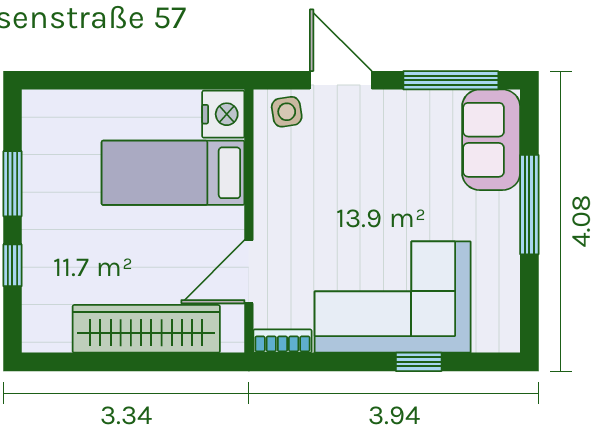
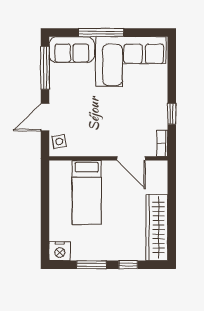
nightstand: (223, 114) -> (60, 251), moved, turned 180
corner sofa: (393, 297) -> (131, 62), moved, turned -90
wardrobe: (146, 329) -> (157, 227), moved
window: (419, 362) -> (172, 114), moved

